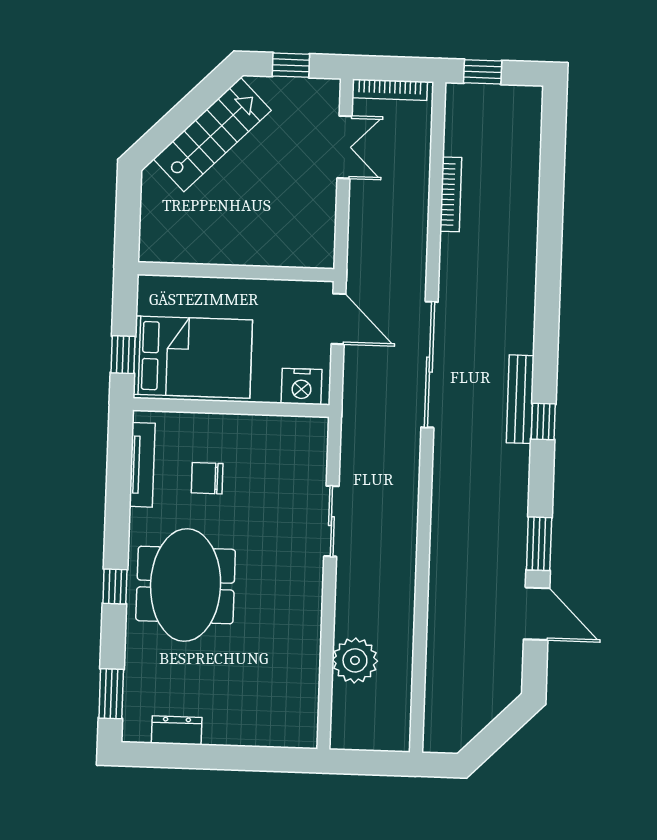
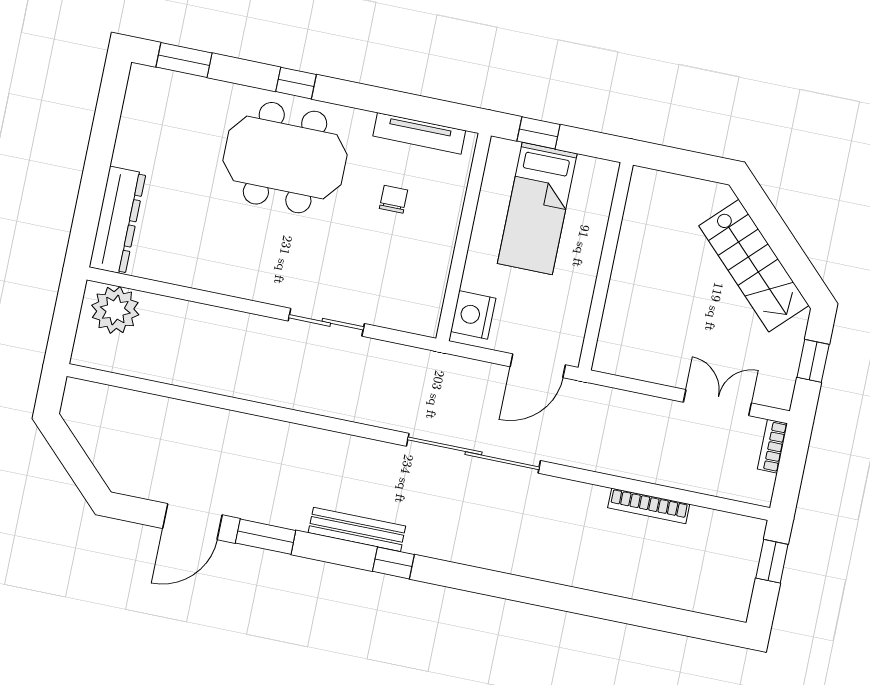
bookcase: (390, 90) -> (773, 446), width x0.64
double door: (344, 147) -> (717, 403), swing flipped
bed: (193, 357) -> (537, 209), width x0.67
bench: (520, 399) -> (357, 529), moved
chair: (207, 478) -> (394, 199), width x0.73, depth x0.73
plant: (355, 660) -> (115, 310), moved
dresser: (177, 730) -> (117, 220), moved, width x1.96, depth x1.24

